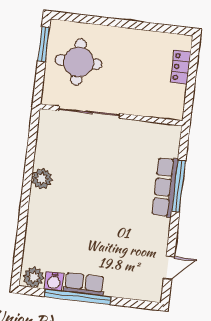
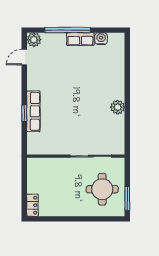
locker: (181, 67) -> (32, 205), moved
window: (179, 186) -> (24, 113), width x0.46
plant: (34, 277) -> (34, 40), moved
window: (78, 297) -> (68, 30), moved

